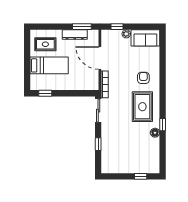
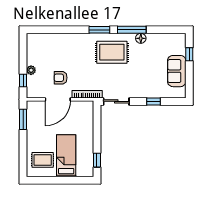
dresser: (75, 35) -> (32, 127), removed
sofa: (145, 38) -> (177, 71), moved, turned 180
rug: (45, 44) -> (43, 160), turned 90
armchair: (143, 78) -> (61, 78), moved
window: (163, 95) -> (99, 30), added
window: (163, 125) -> (132, 30), width x2.17

